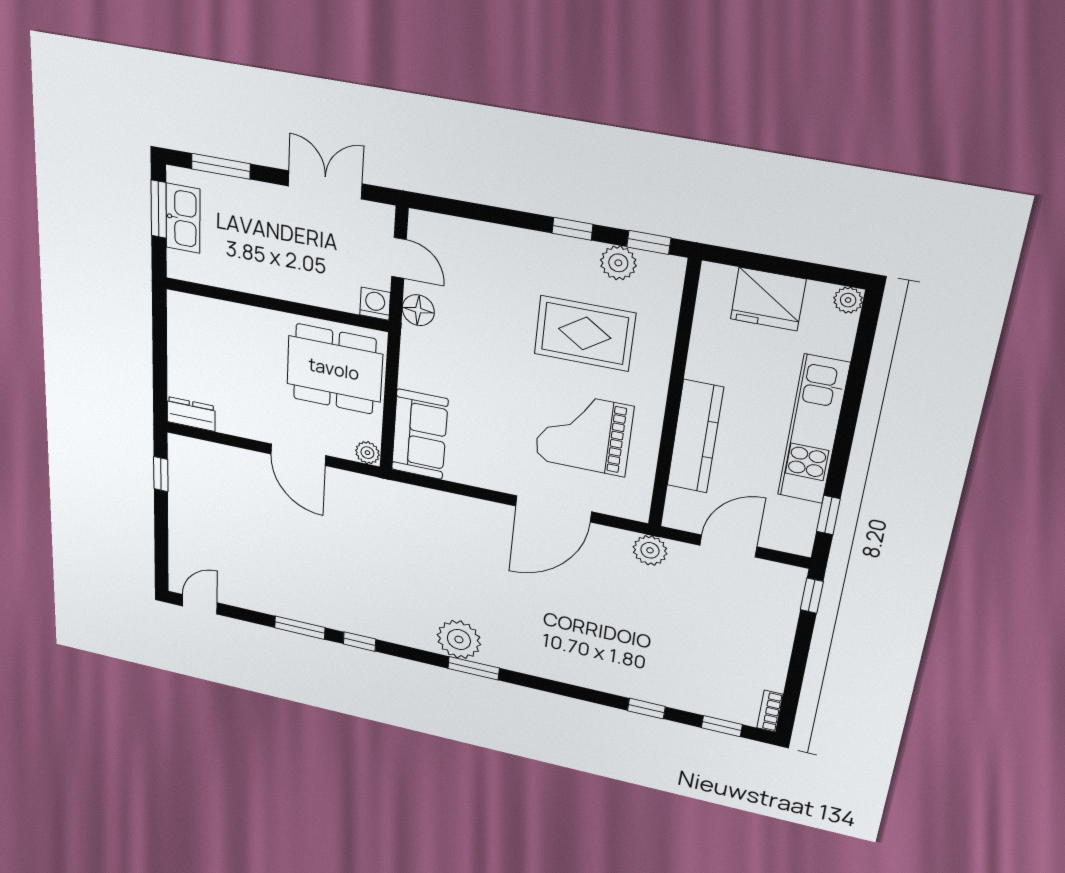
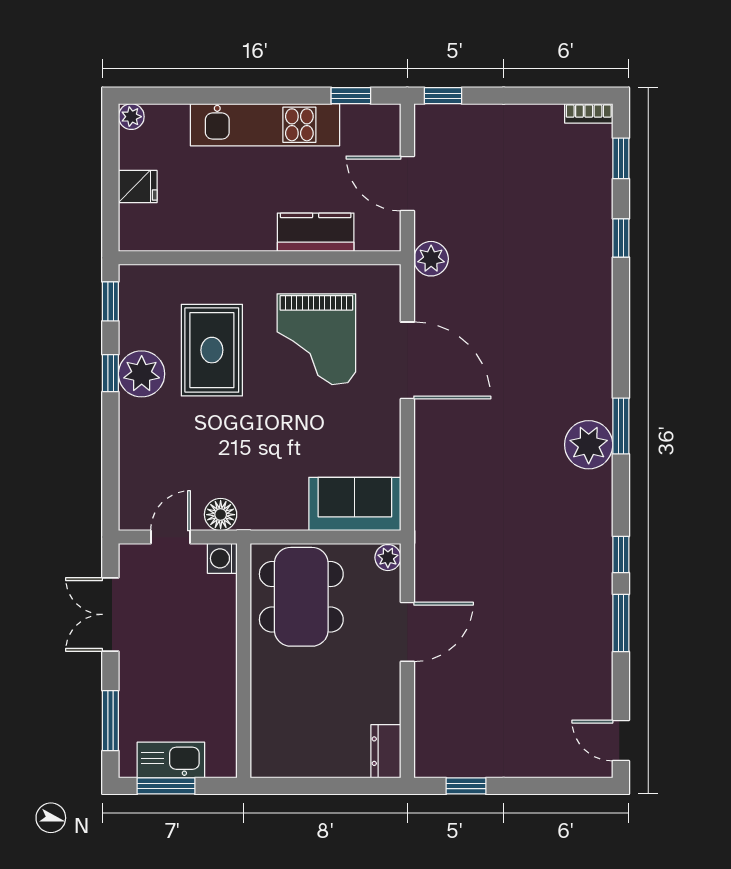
plant: (618, 263) -> (142, 374), moved, width x1.36, depth x1.36
fridge: (768, 299) -> (138, 187), width x0.53, depth x0.75
kitchen counter: (695, 437) -> (316, 232), width x0.67

